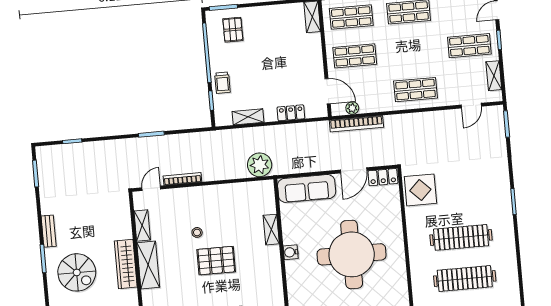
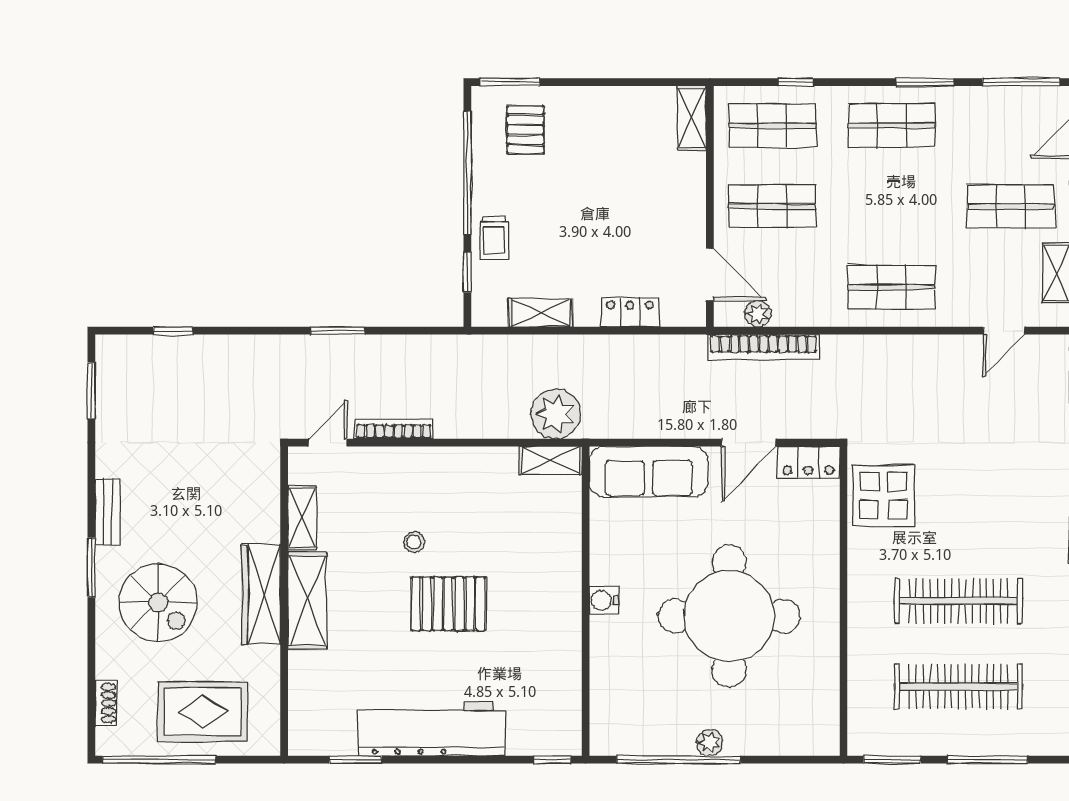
shelving: (271, 230) -> (551, 460), moved, turned 90

